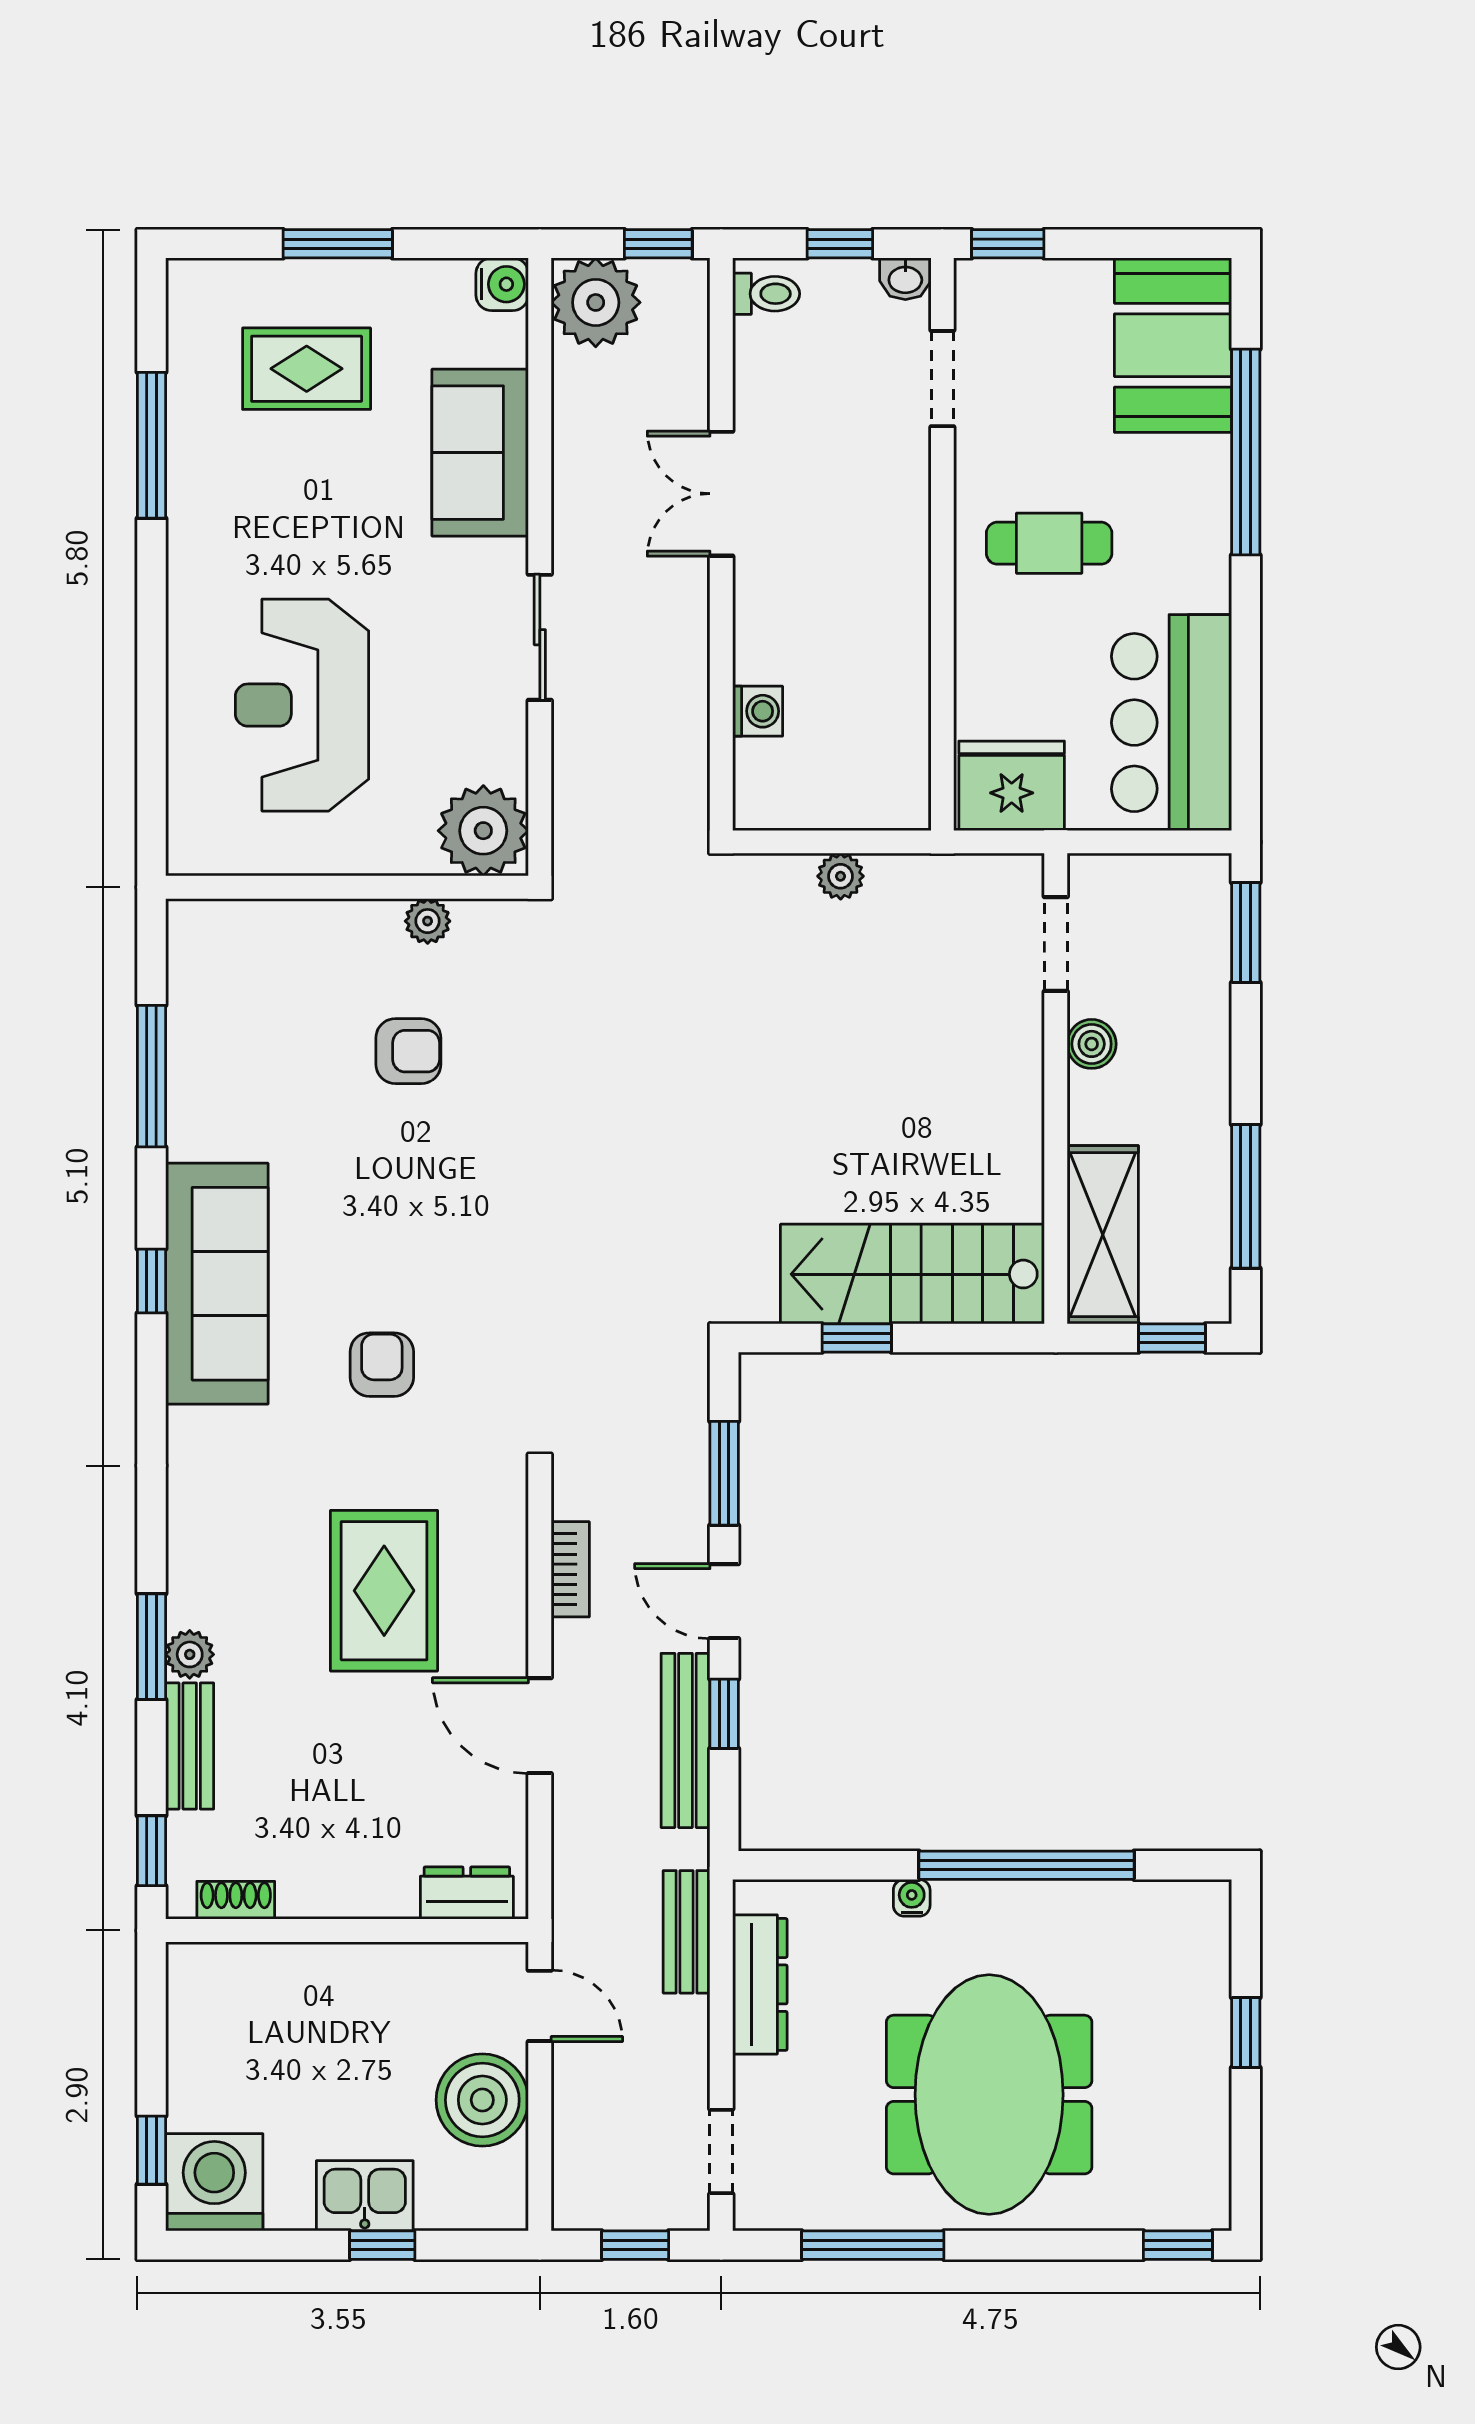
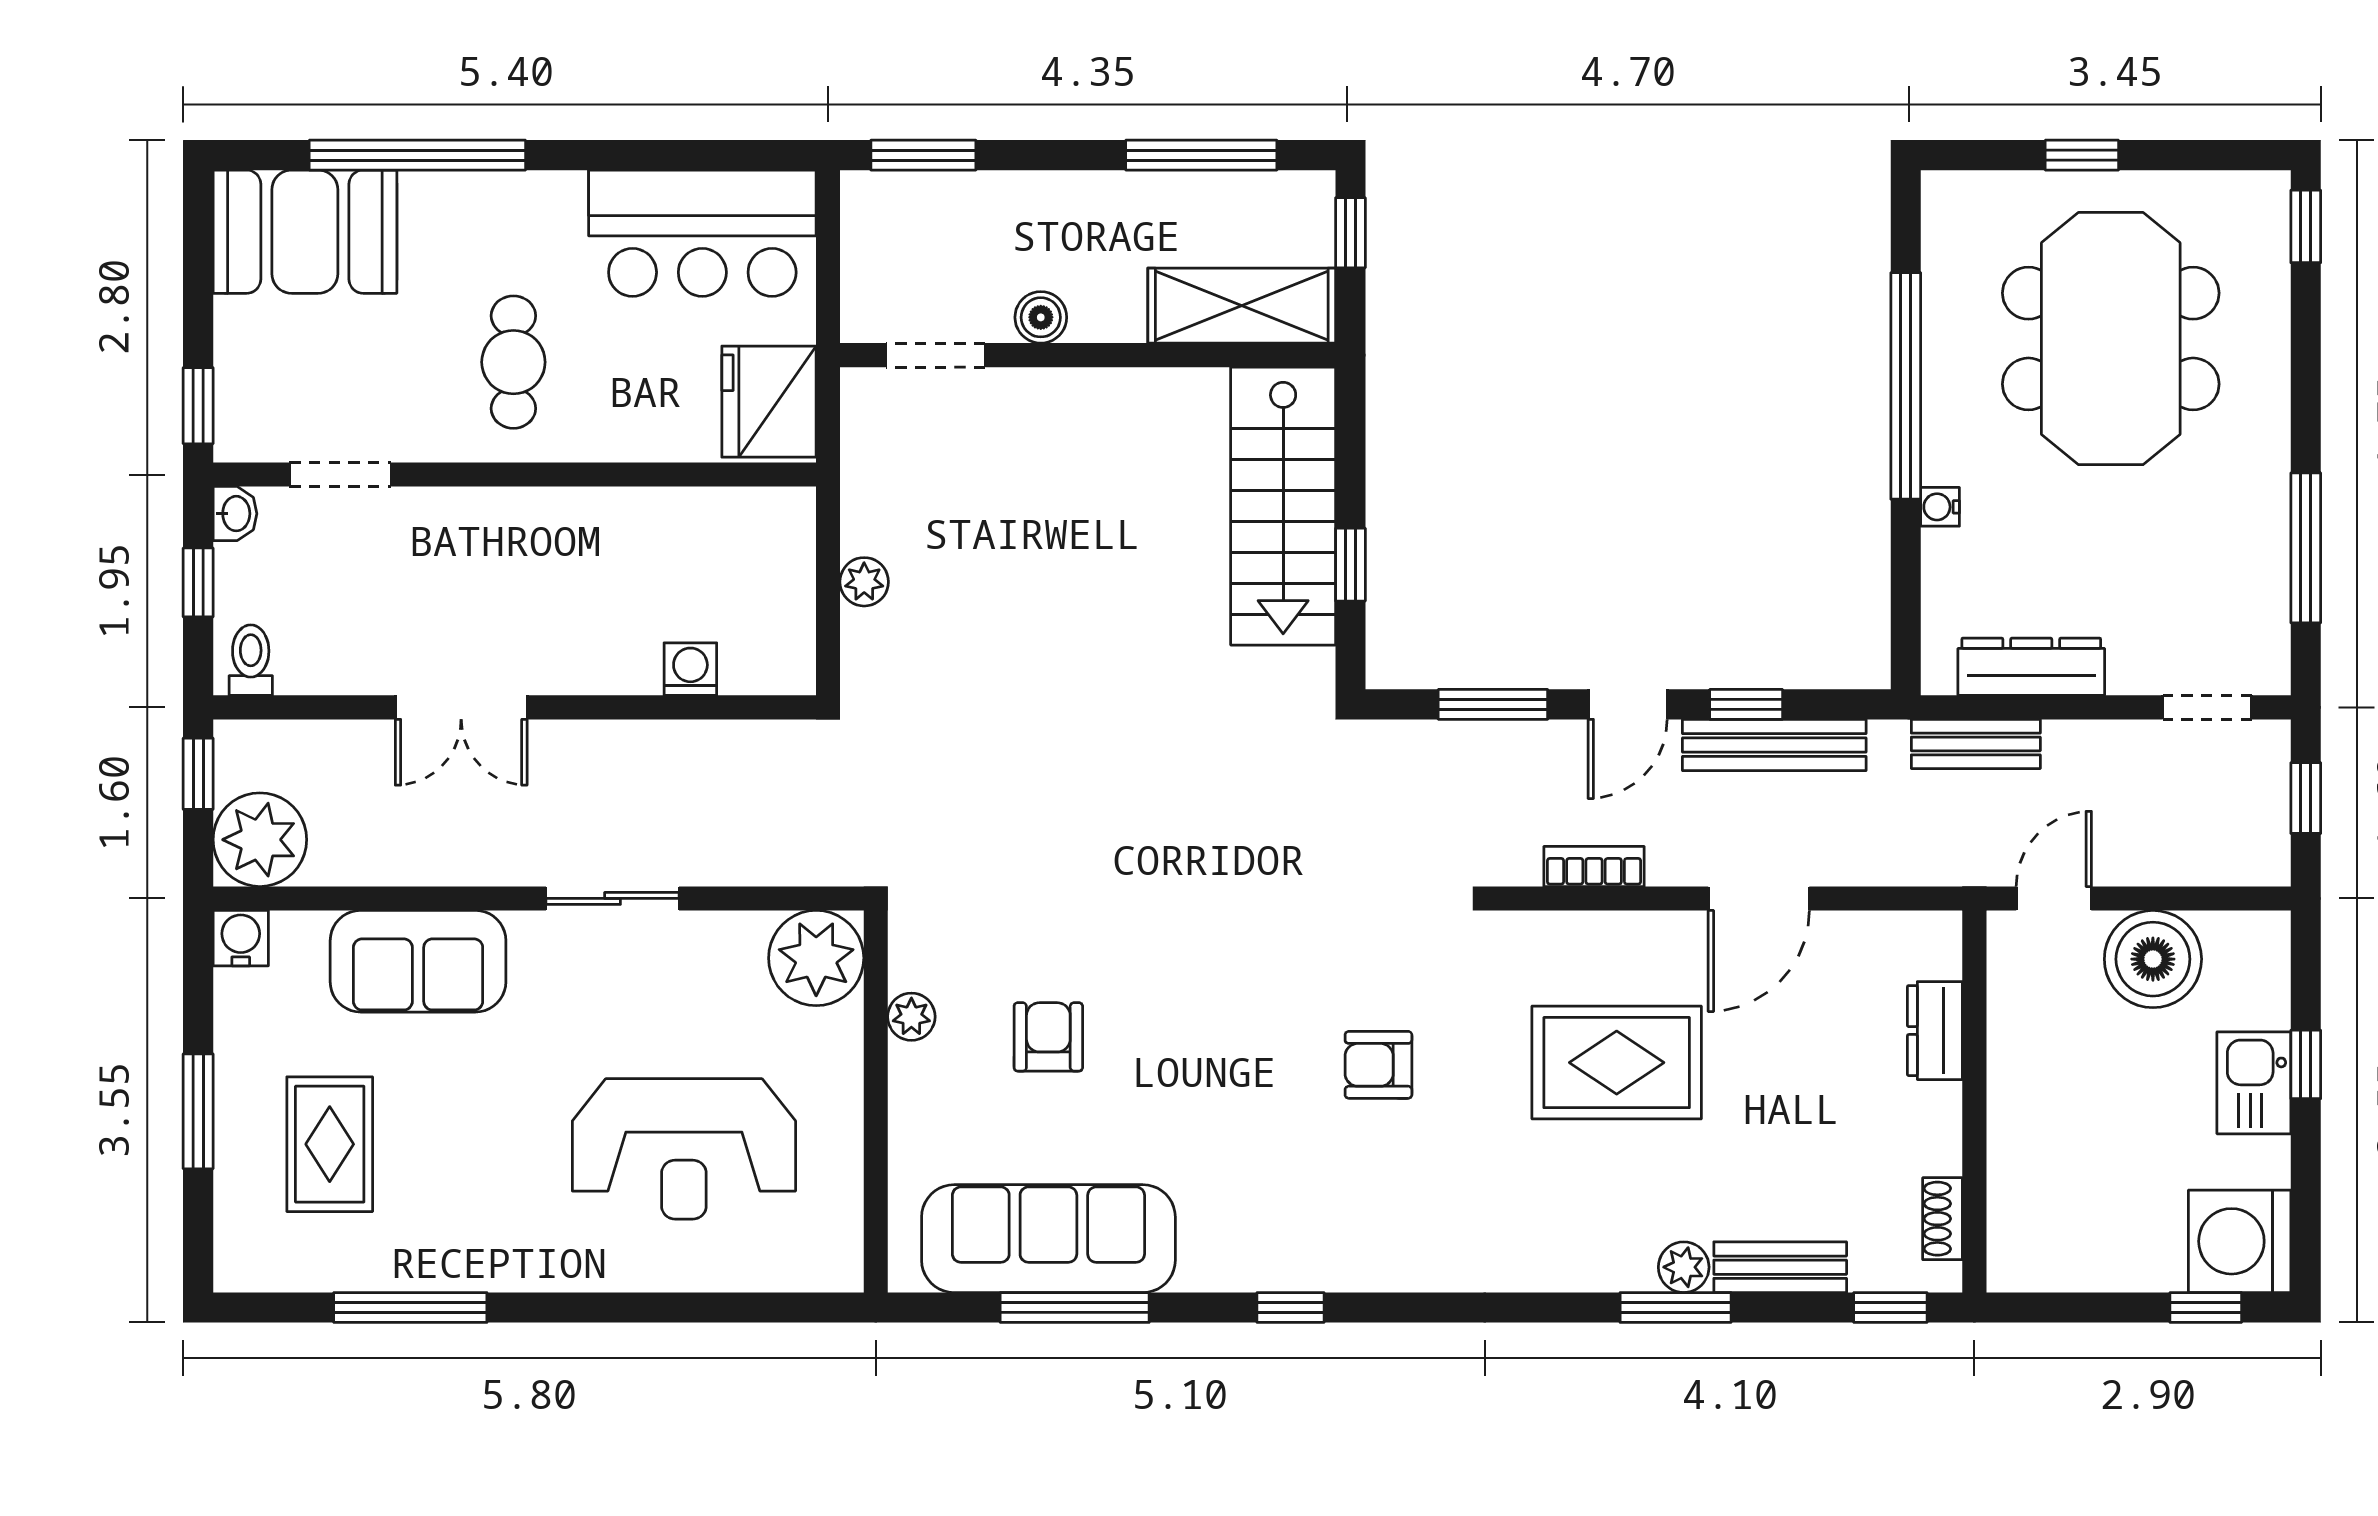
sofa: (217, 1284) -> (1048, 1239), moved
dresser: (467, 1893) -> (1935, 1031), moved
meeting table: (989, 2095) -> (2111, 339), moved, turned 90

